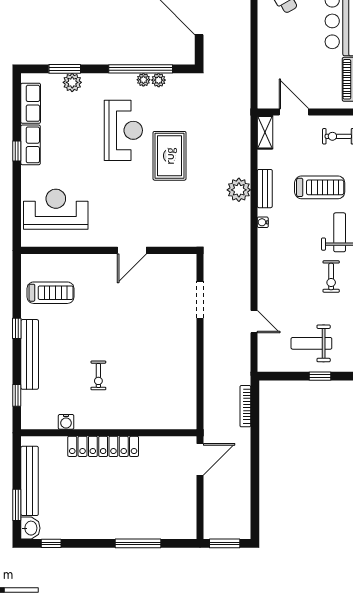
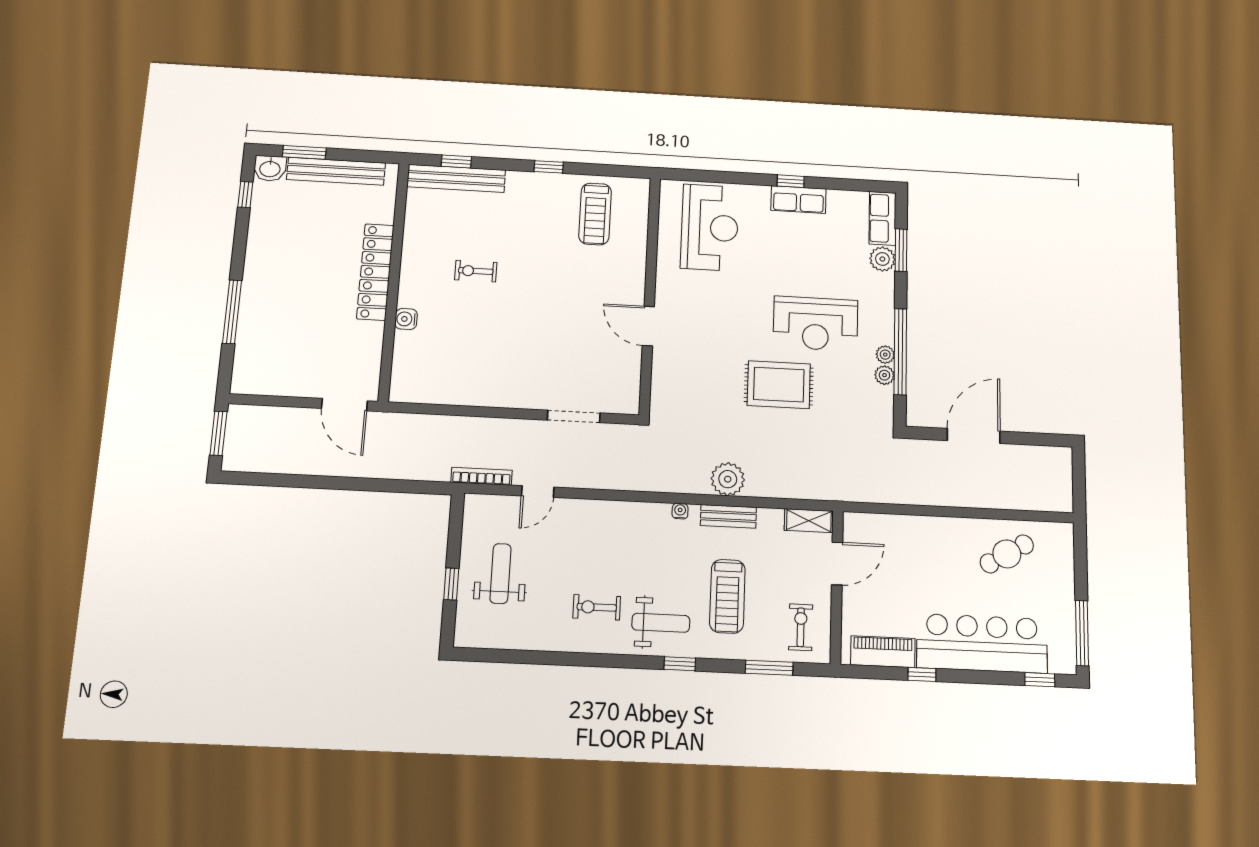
row of seats: (31, 103) -> (882, 218), moved, turned 90
bench: (30, 354) -> (456, 178), moved
bookcase: (245, 406) -> (481, 476), moved
water cooler: (66, 422) -> (406, 319), moved

